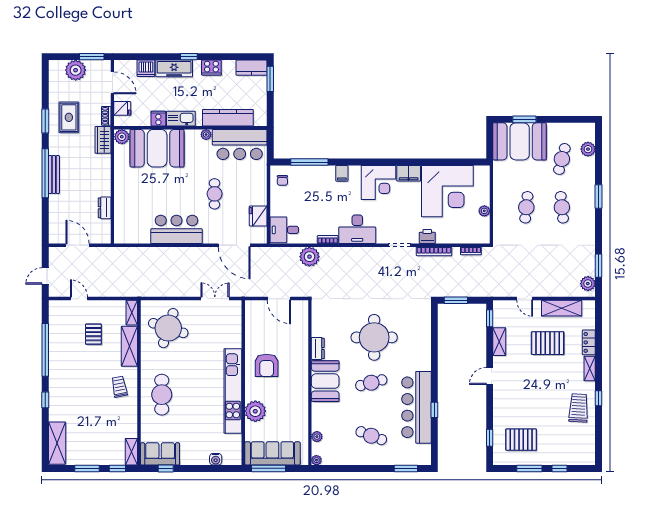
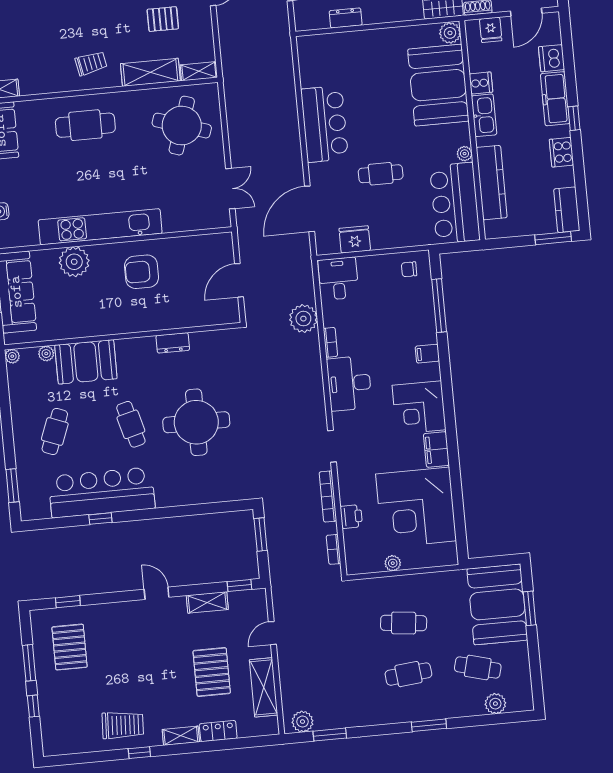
printer: (427, 236) -> (351, 516), moved
booth: (325, 381) -> (86, 362), moved

